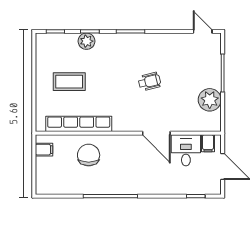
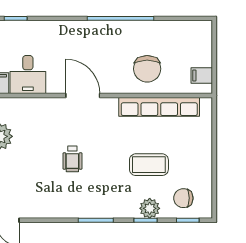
chair: (59, 49) -> (183, 198), added
coffee table: (69, 82) -> (149, 165), moved
wheelchair: (149, 82) -> (72, 159), turned -76
door: (156, 133) -> (83, 96), moved

